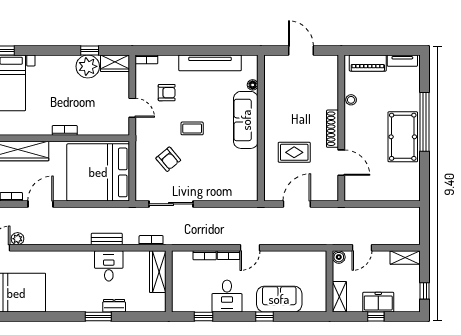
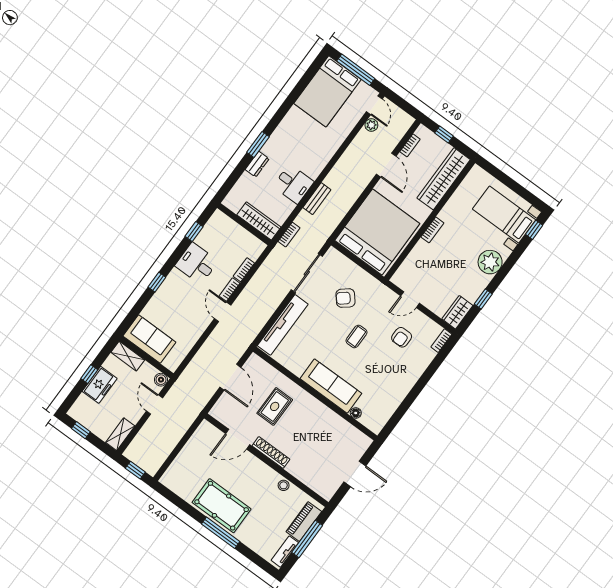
window: (380, 50) -> (307, 539), added
tv unit: (210, 63) -> (283, 325), moved, turned 180
plant: (88, 66) -> (490, 262), moved
window: (425, 122) -> (221, 533), width x0.68
window: (425, 225) -> (135, 470), added
sofa: (279, 299) -> (149, 339), moved, turned -90

